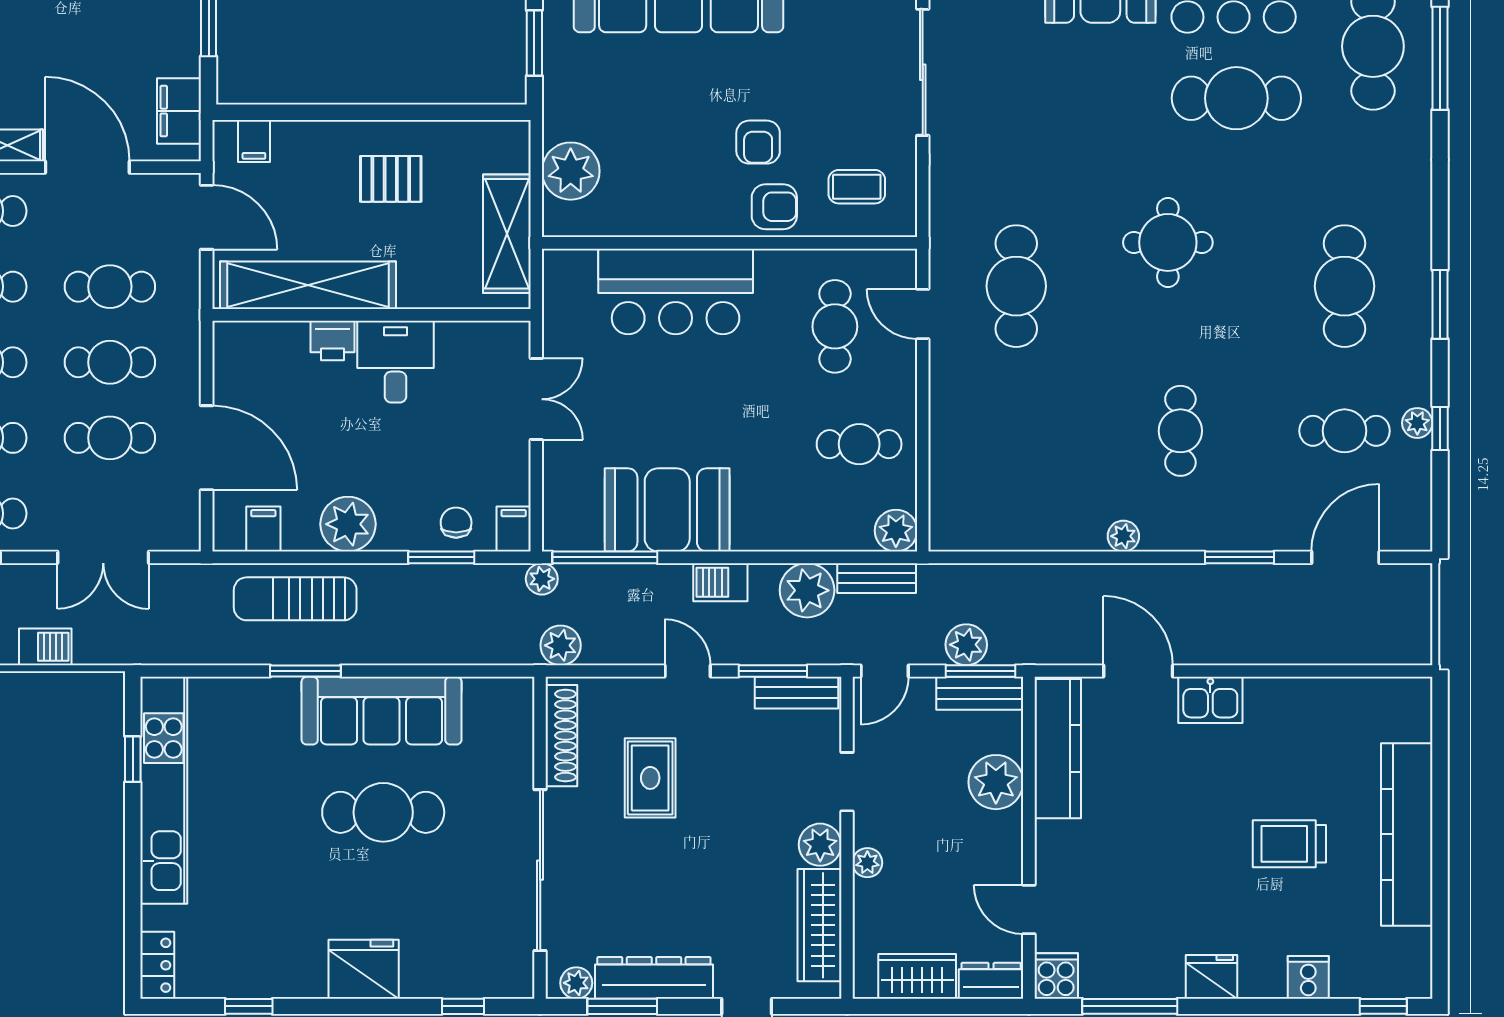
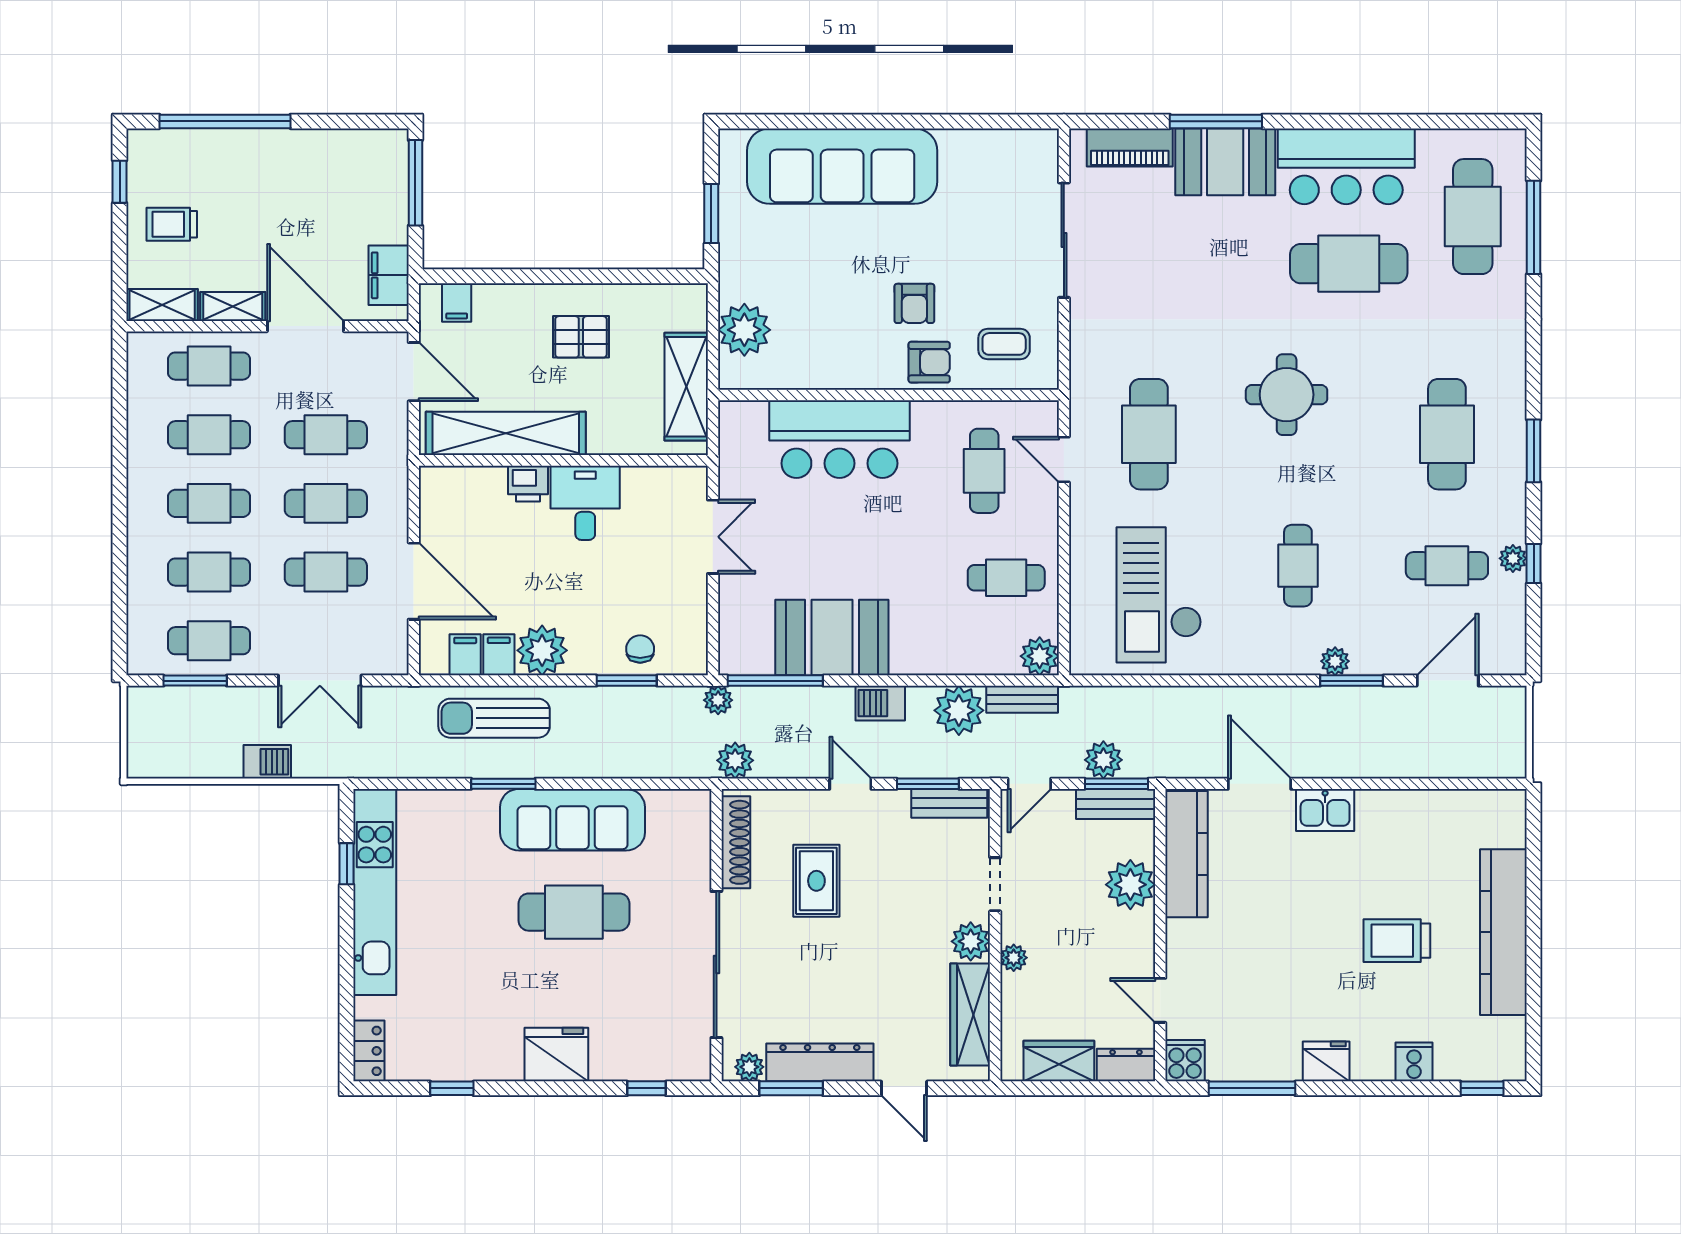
checkout: (1027, 463) -> (1159, 595), added
filing cabinet: (514, 529) -> (499, 655), moved
plant: (1123, 536) -> (1335, 661), moved

